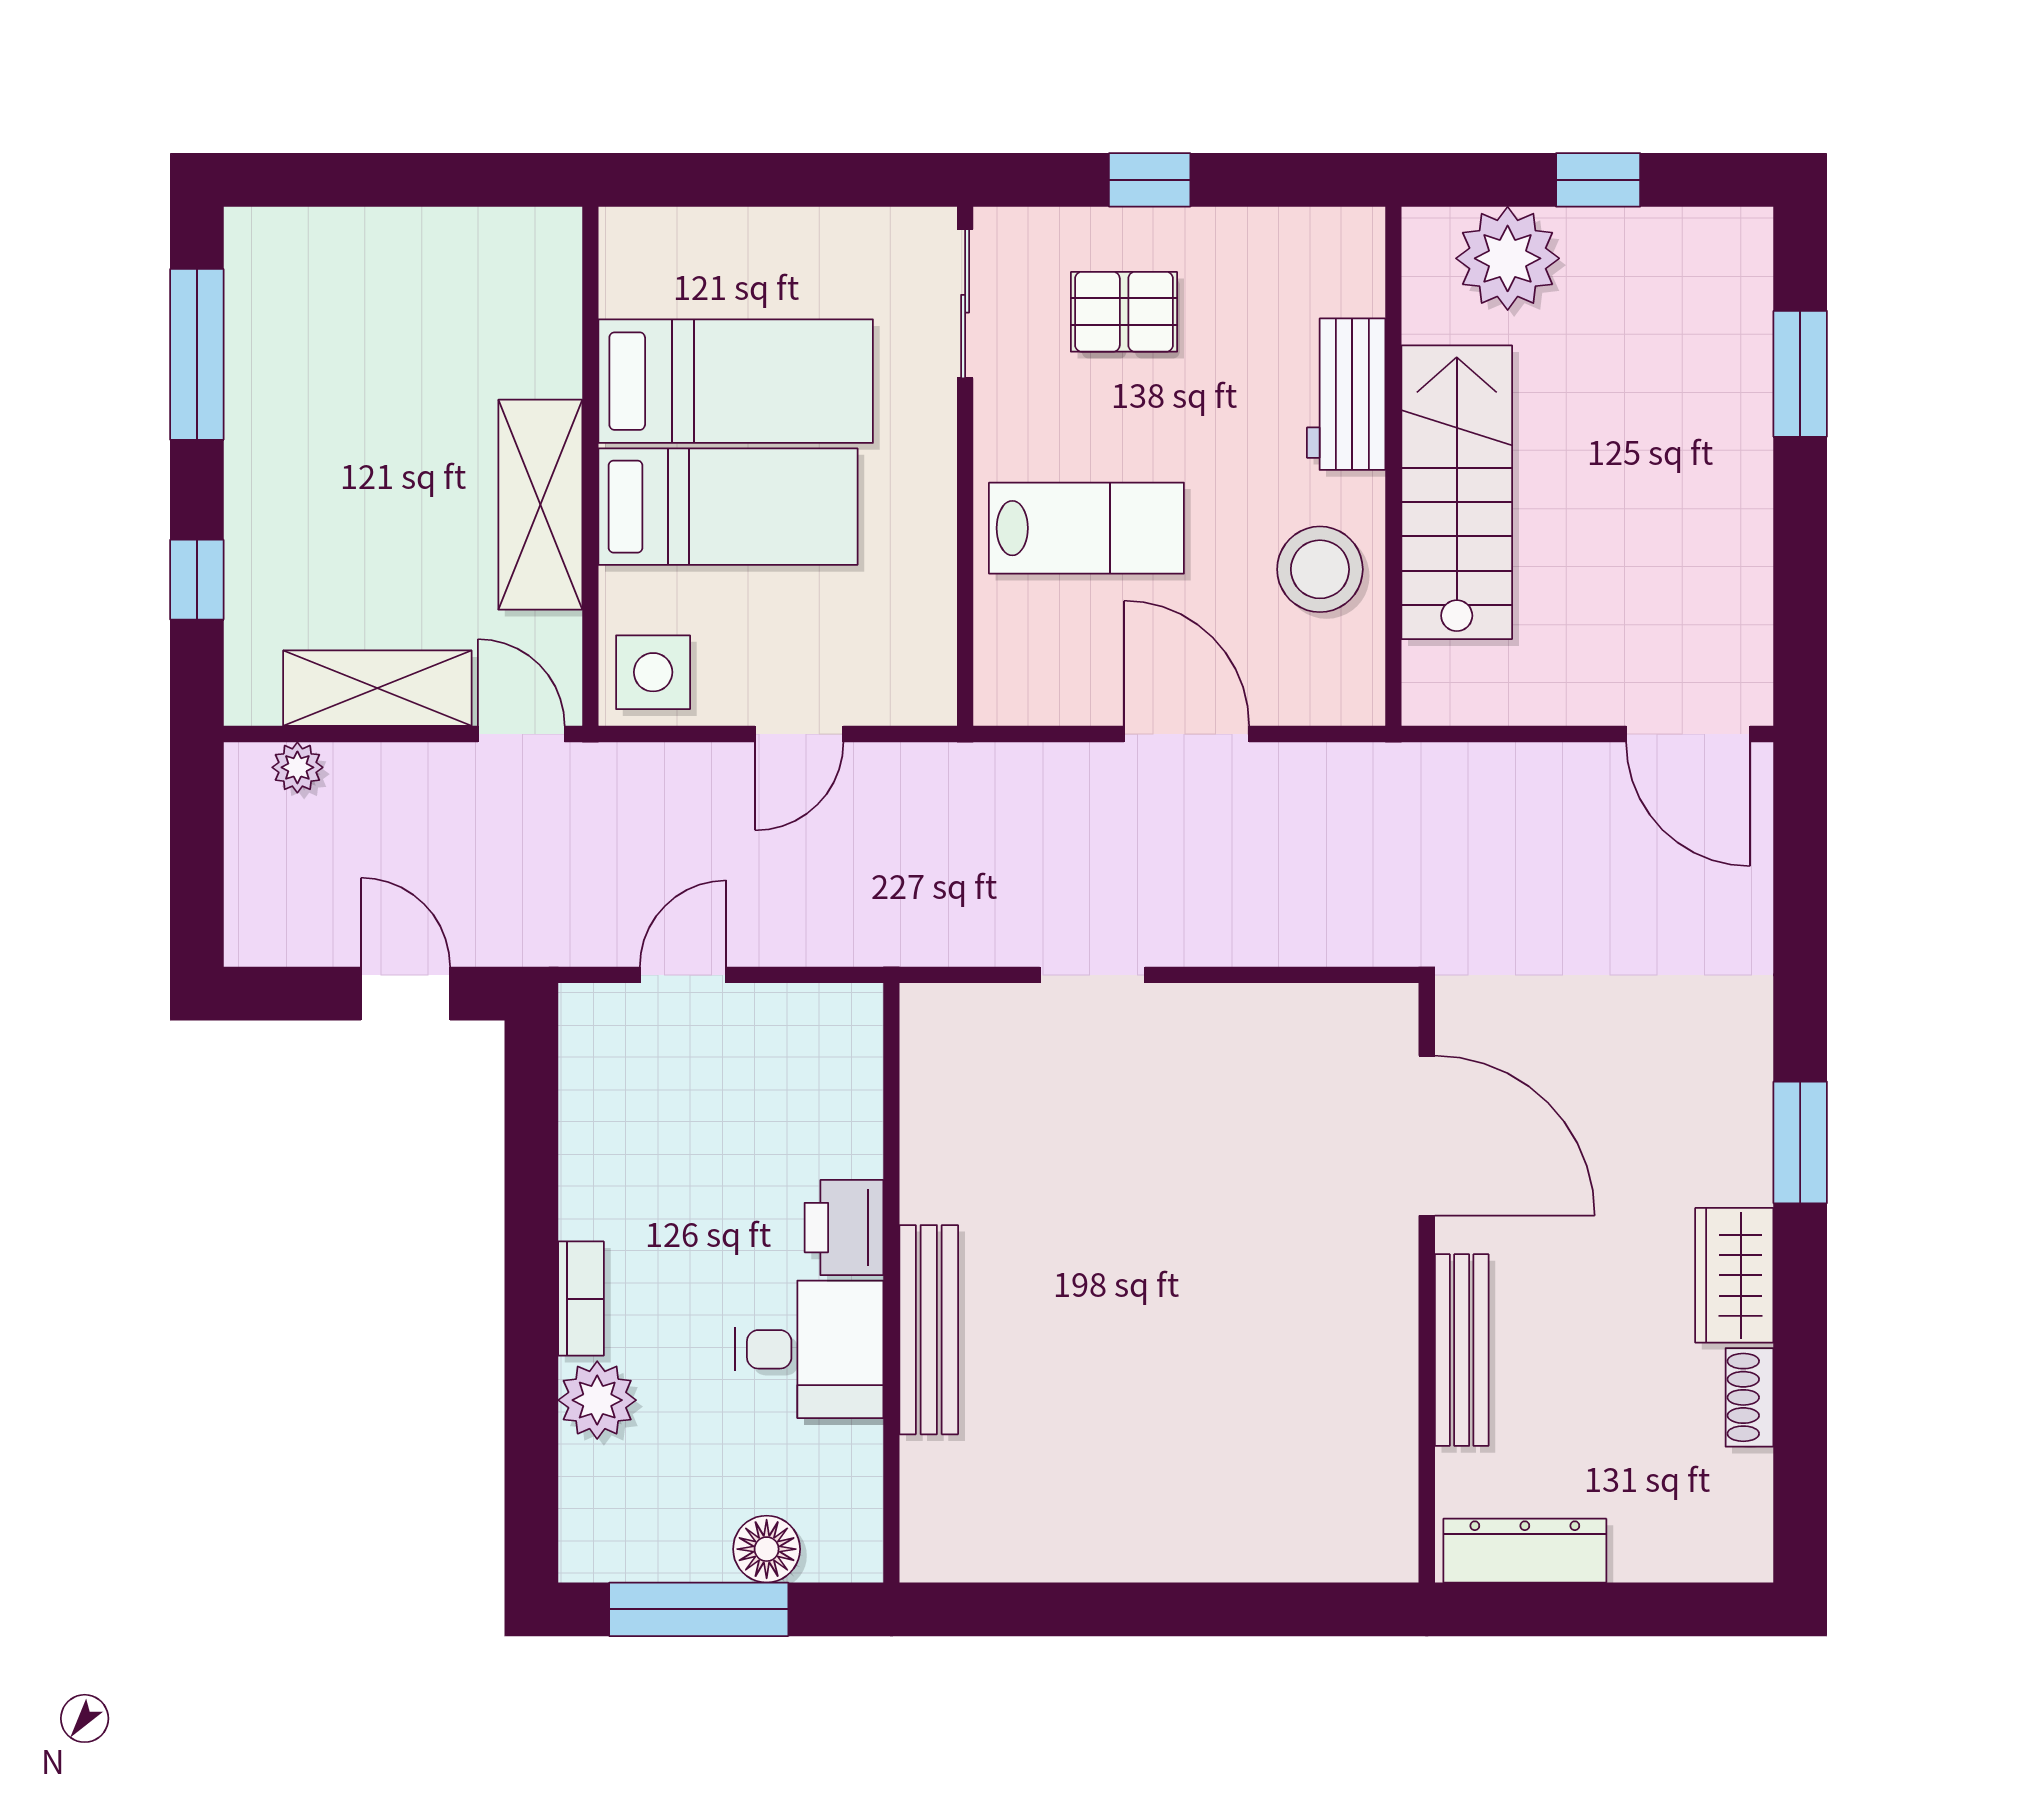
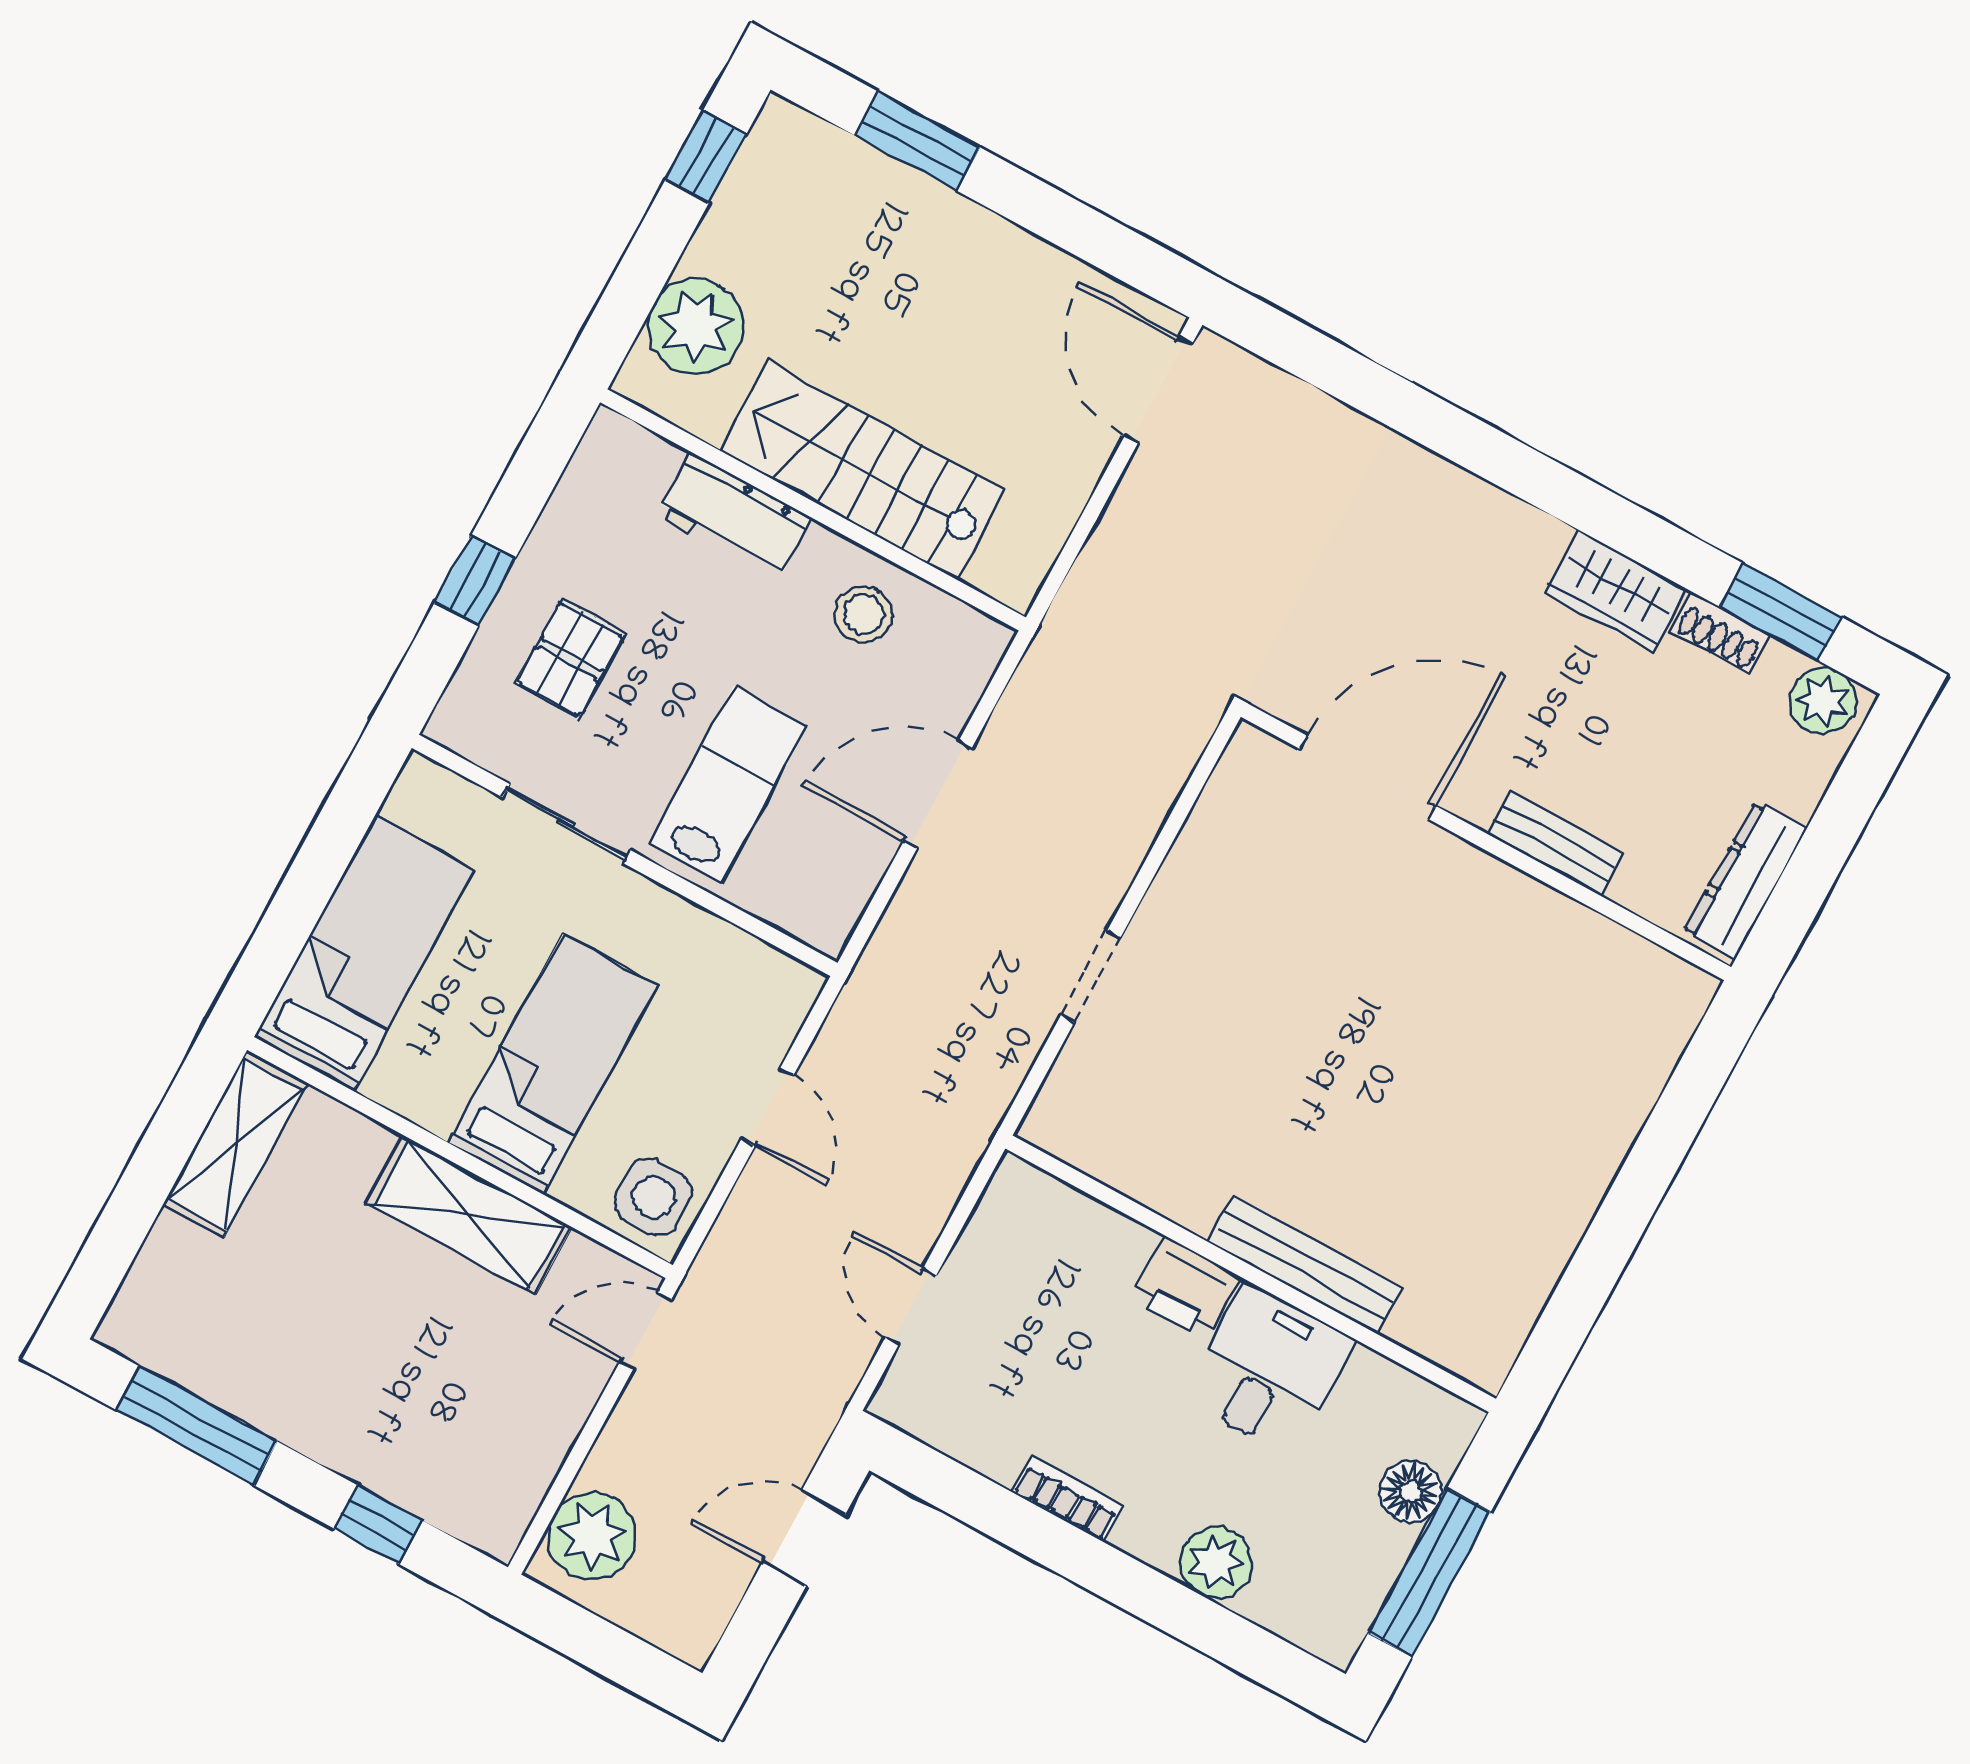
window: (1598, 180) -> (706, 157), moved
sliding door: (965, 304) -> (566, 823), moved
bed: (736, 381) -> (364, 953), moved
stool: (1320, 569) -> (864, 614), width x0.73, depth x0.73
shelving: (377, 688) -> (235, 1144), moved
door: (1688, 734) -> (1158, 390), swing flipped
plant: (297, 767) -> (592, 1536), width x1.88, depth x1.88
window: (1800, 1142) -> (1781, 612), moved
bookcase: (581, 1299) -> (1067, 1498), moved
bench: (1462, 1350) -> (1556, 843), width x0.73
plant: (1737, 1531) -> (1823, 701), added

